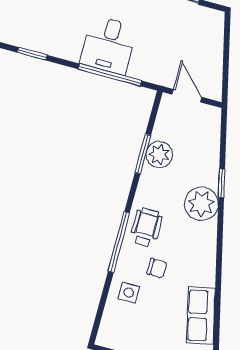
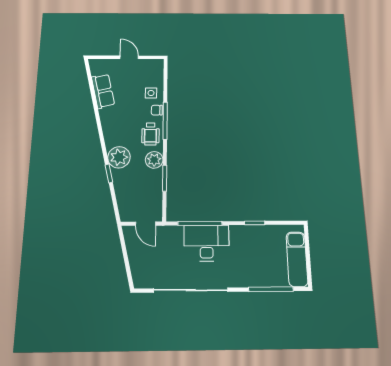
desk: (109, 45) -> (206, 243), width x1.37
plant: (159, 155) -> (154, 160), moved
chair: (157, 268) -> (157, 110), moved

